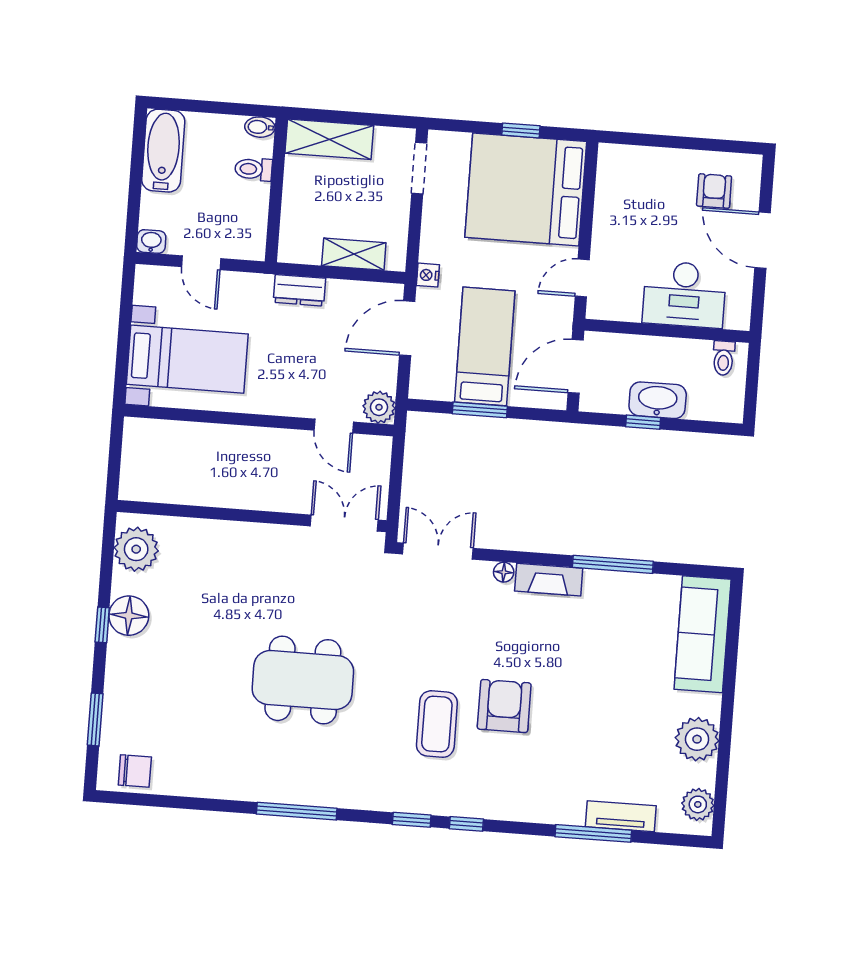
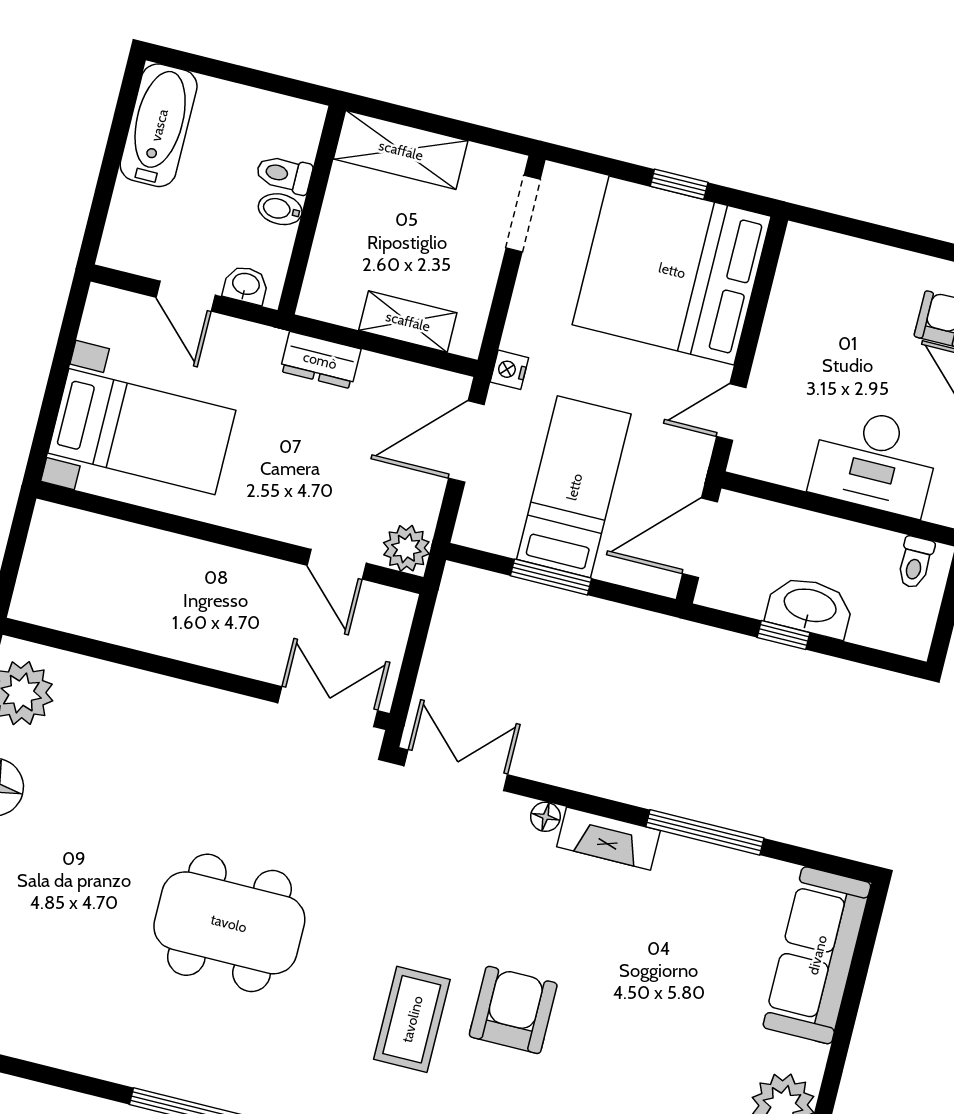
bidet: (260, 127) -> (280, 209), moved
washbasin: (151, 241) -> (246, 285), moved

